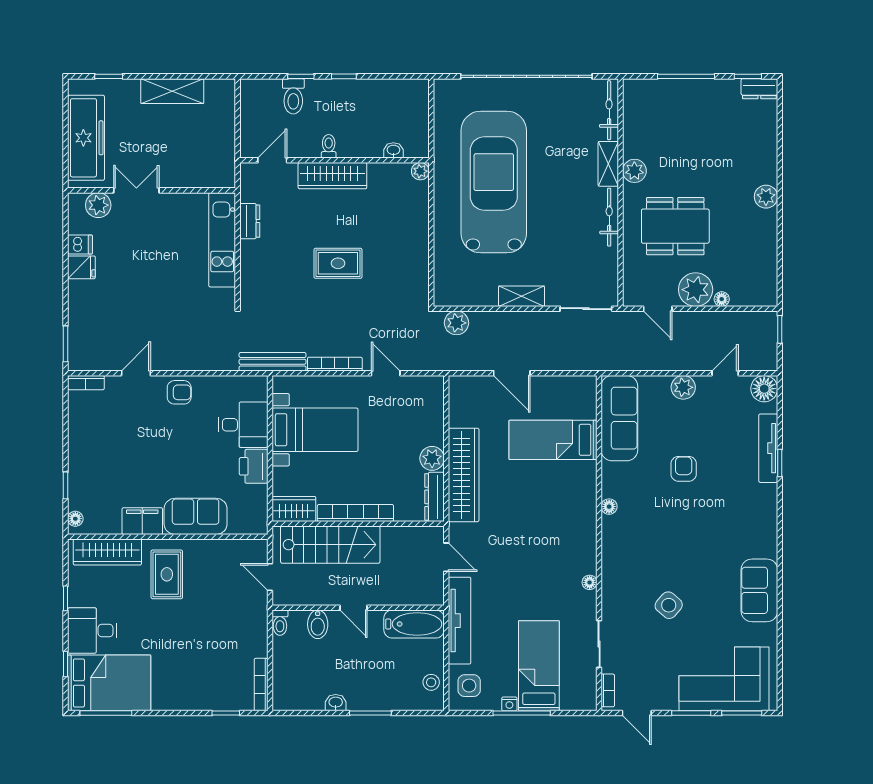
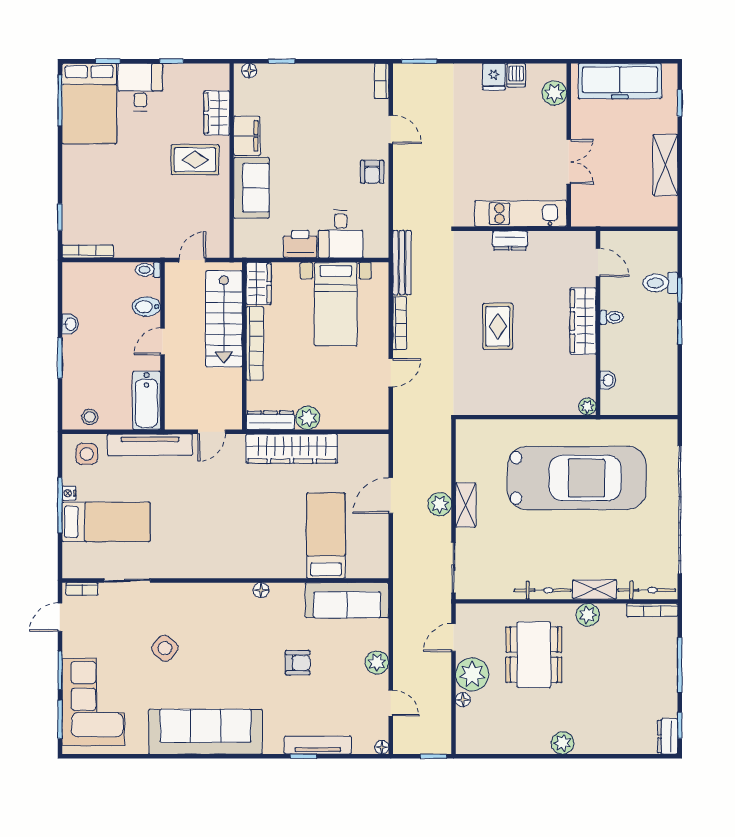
bookcase: (629, 105) -> (652, 610), added
double door: (136, 190) -> (569, 162), moved
dresser: (250, 221) -> (510, 240), moved
plant: (456, 323) -> (440, 504), moved
floor lamp: (764, 389) -> (382, 747), width x0.53, depth x0.53
wardrobe: (107, 552) -> (217, 113), width x0.67
floor lamp: (590, 582) -> (187, 571), removed
sofa: (759, 590) -> (205, 732), width x1.85, depth x1.27

